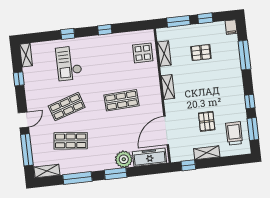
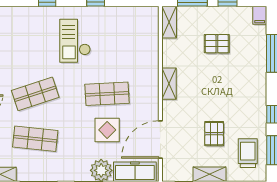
display table: (143, 53) -> (107, 130), moved
shelving: (164, 54) -> (169, 22), moved
checkout: (69, 63) -> (75, 41), moved

